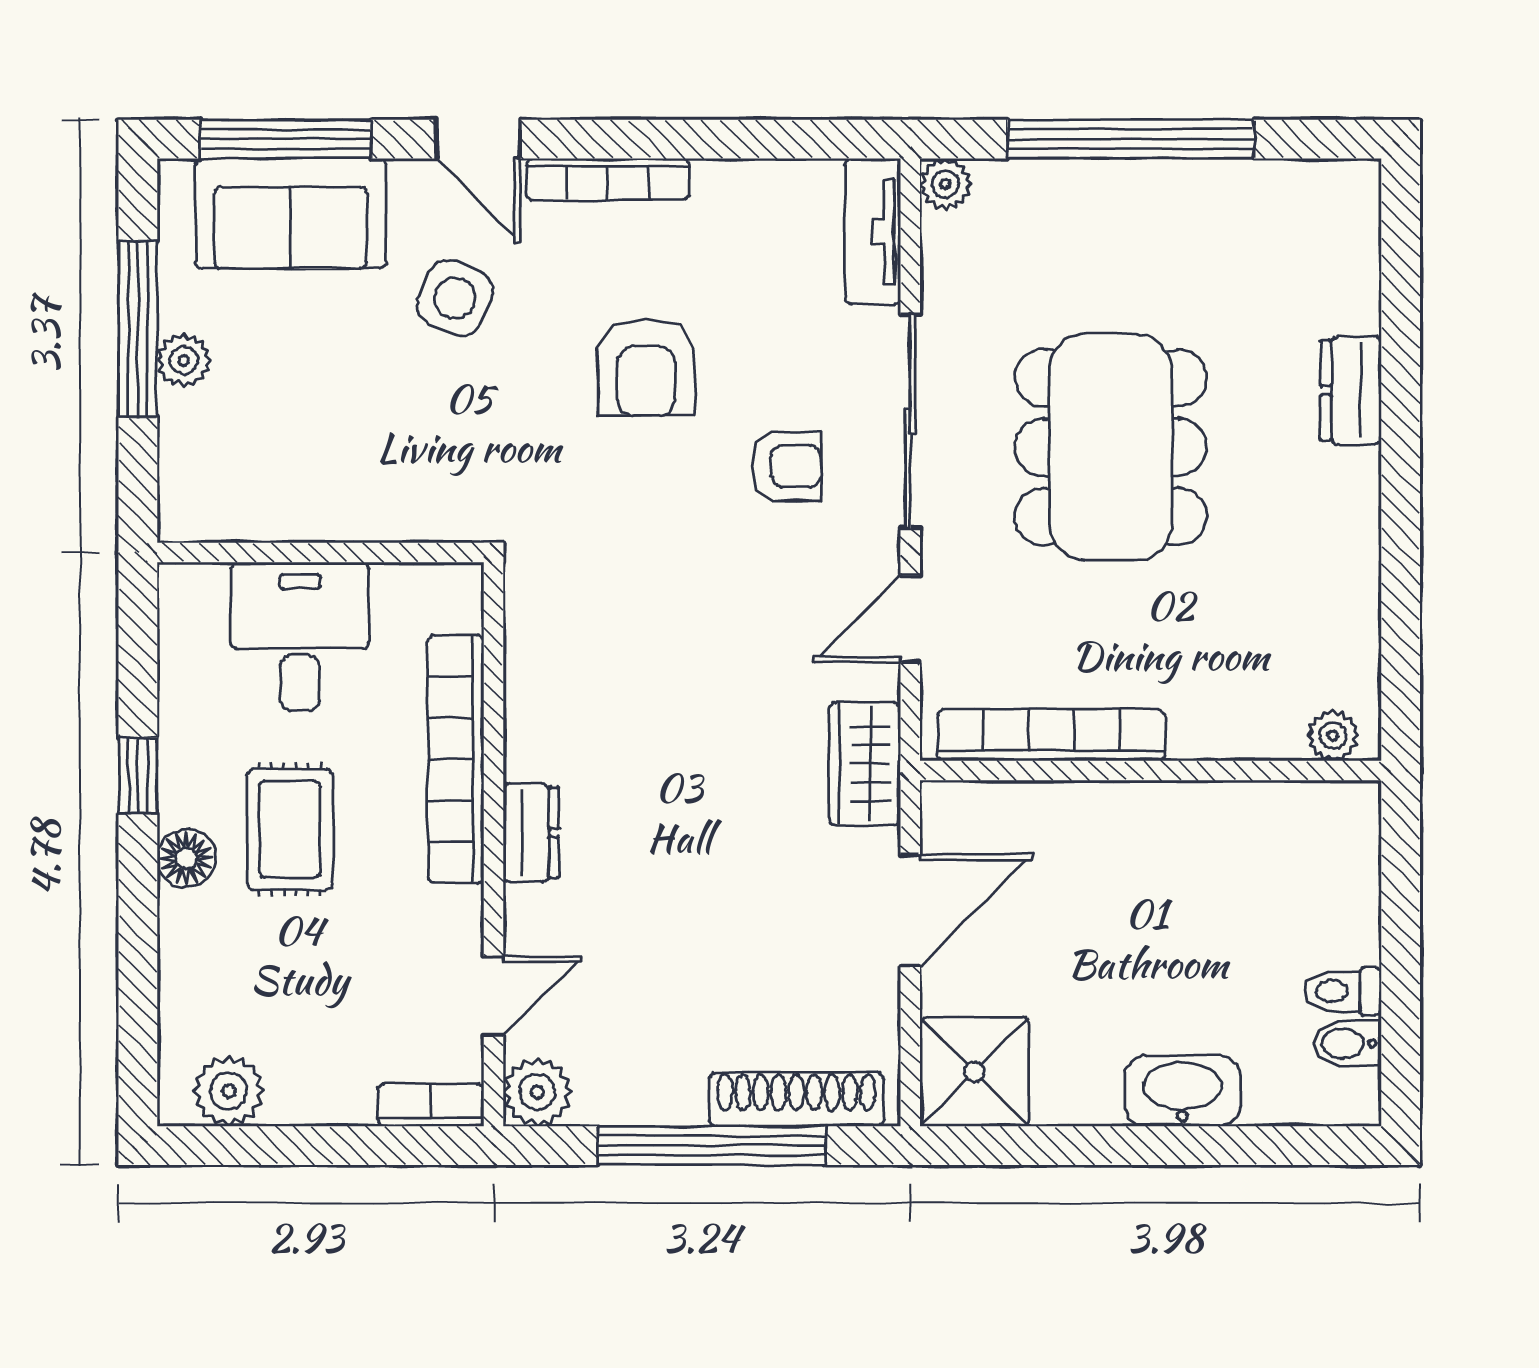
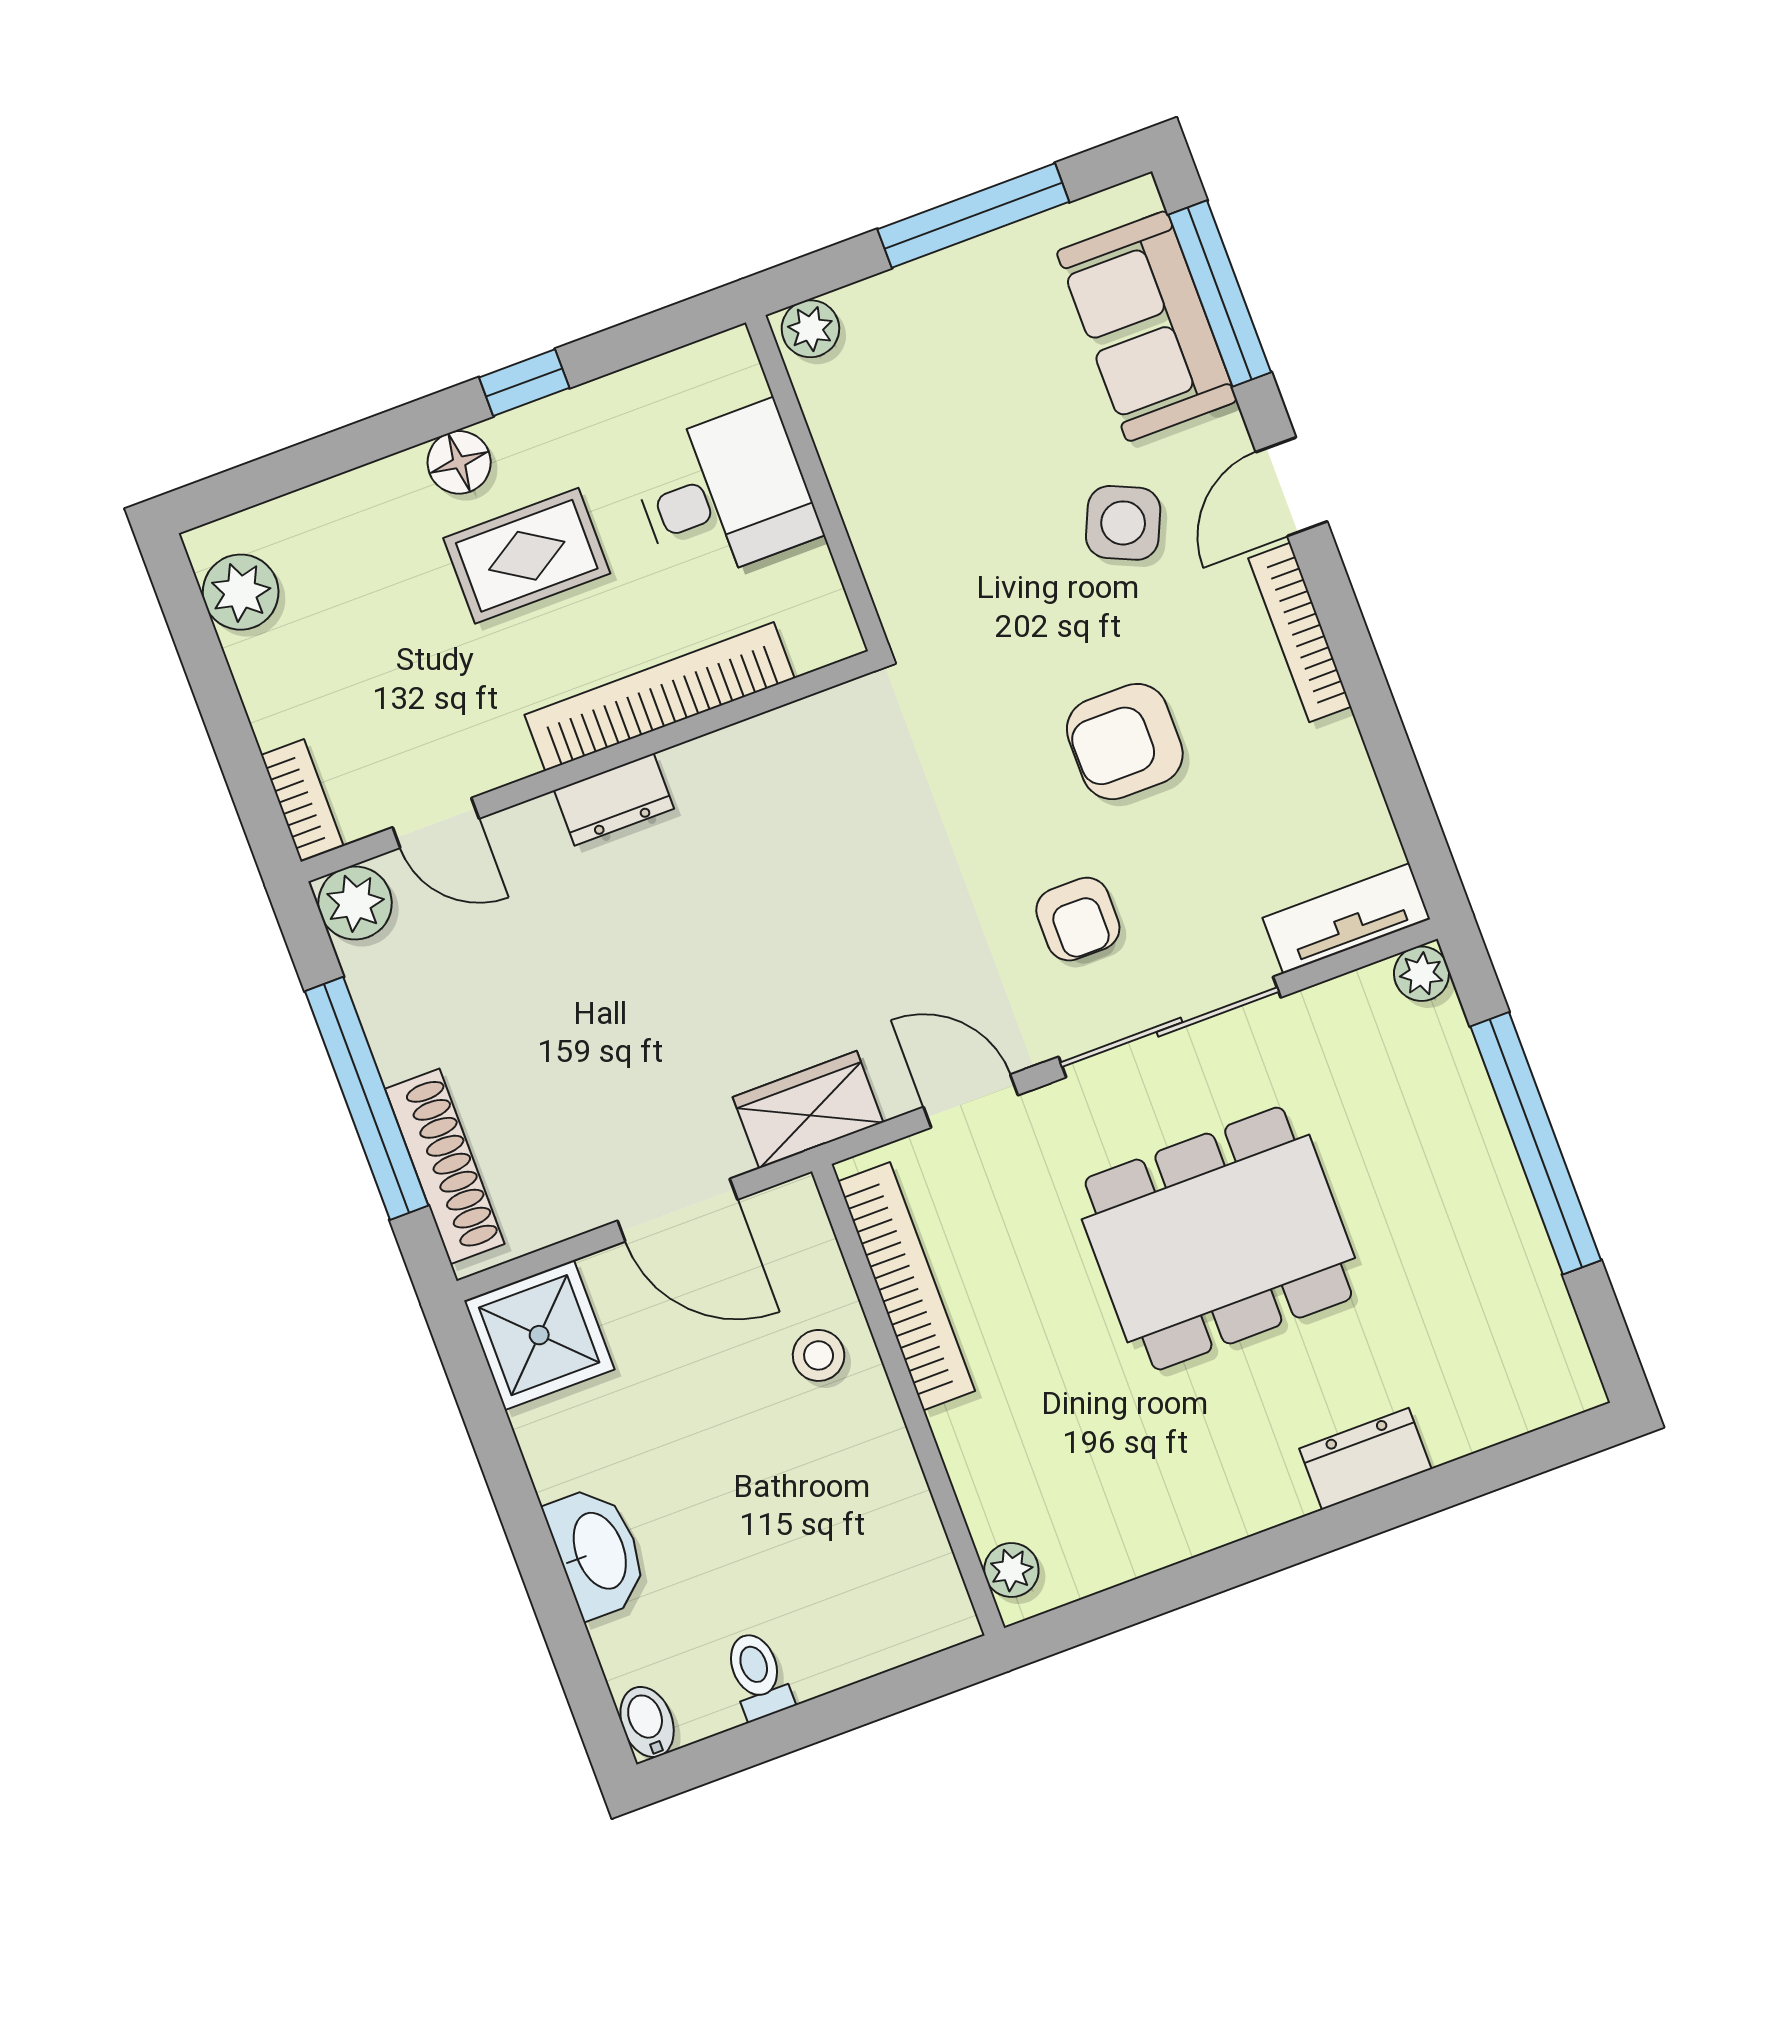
plant: (184, 360) -> (810, 329), moved
stool: (1083, 834) -> (819, 1355), added
bidet: (1347, 1043) -> (647, 1722), moved

